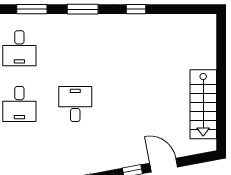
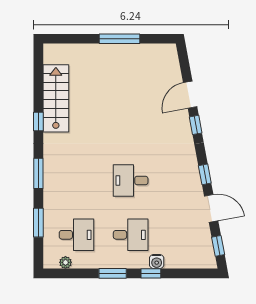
window: (221, 93) -> (120, 39), added
stairs: (203, 104) -> (56, 98), moved, turned -90

